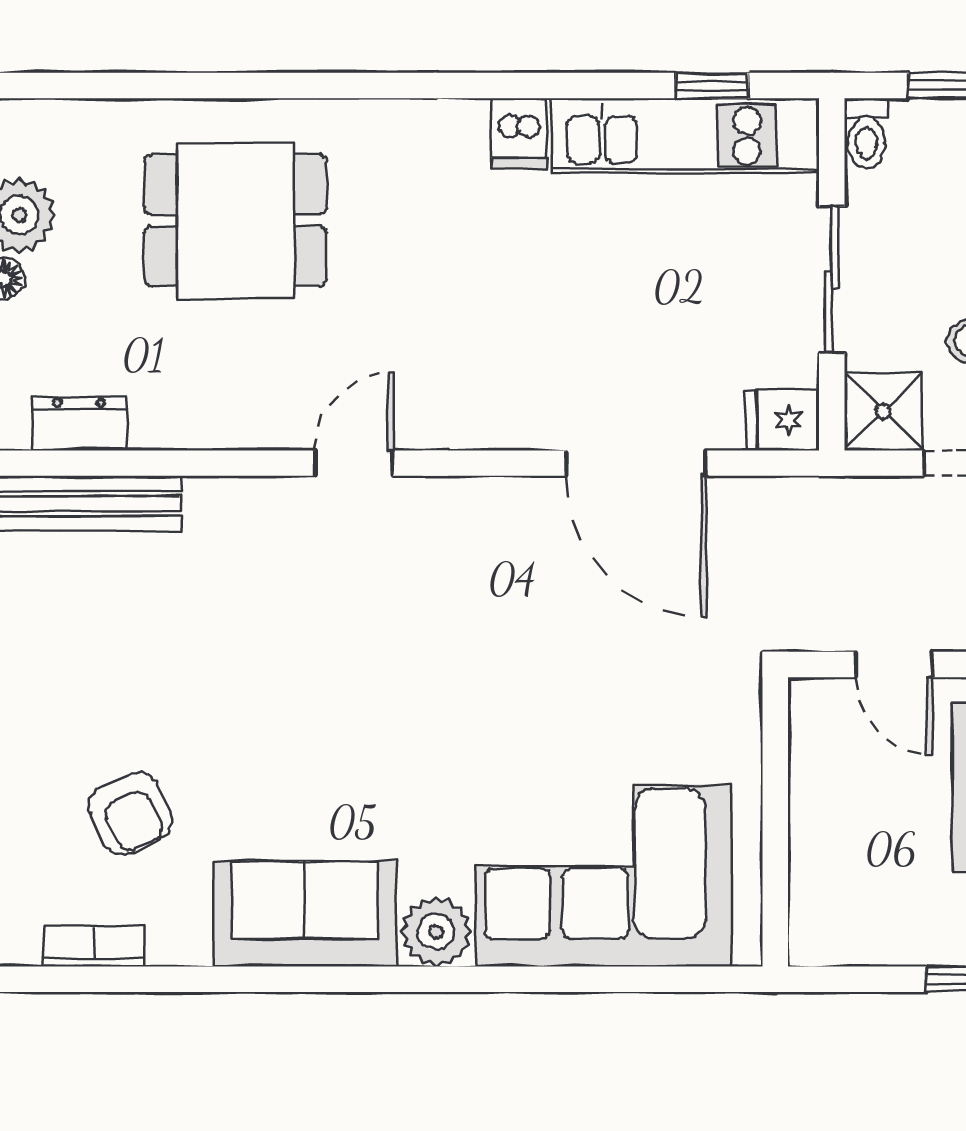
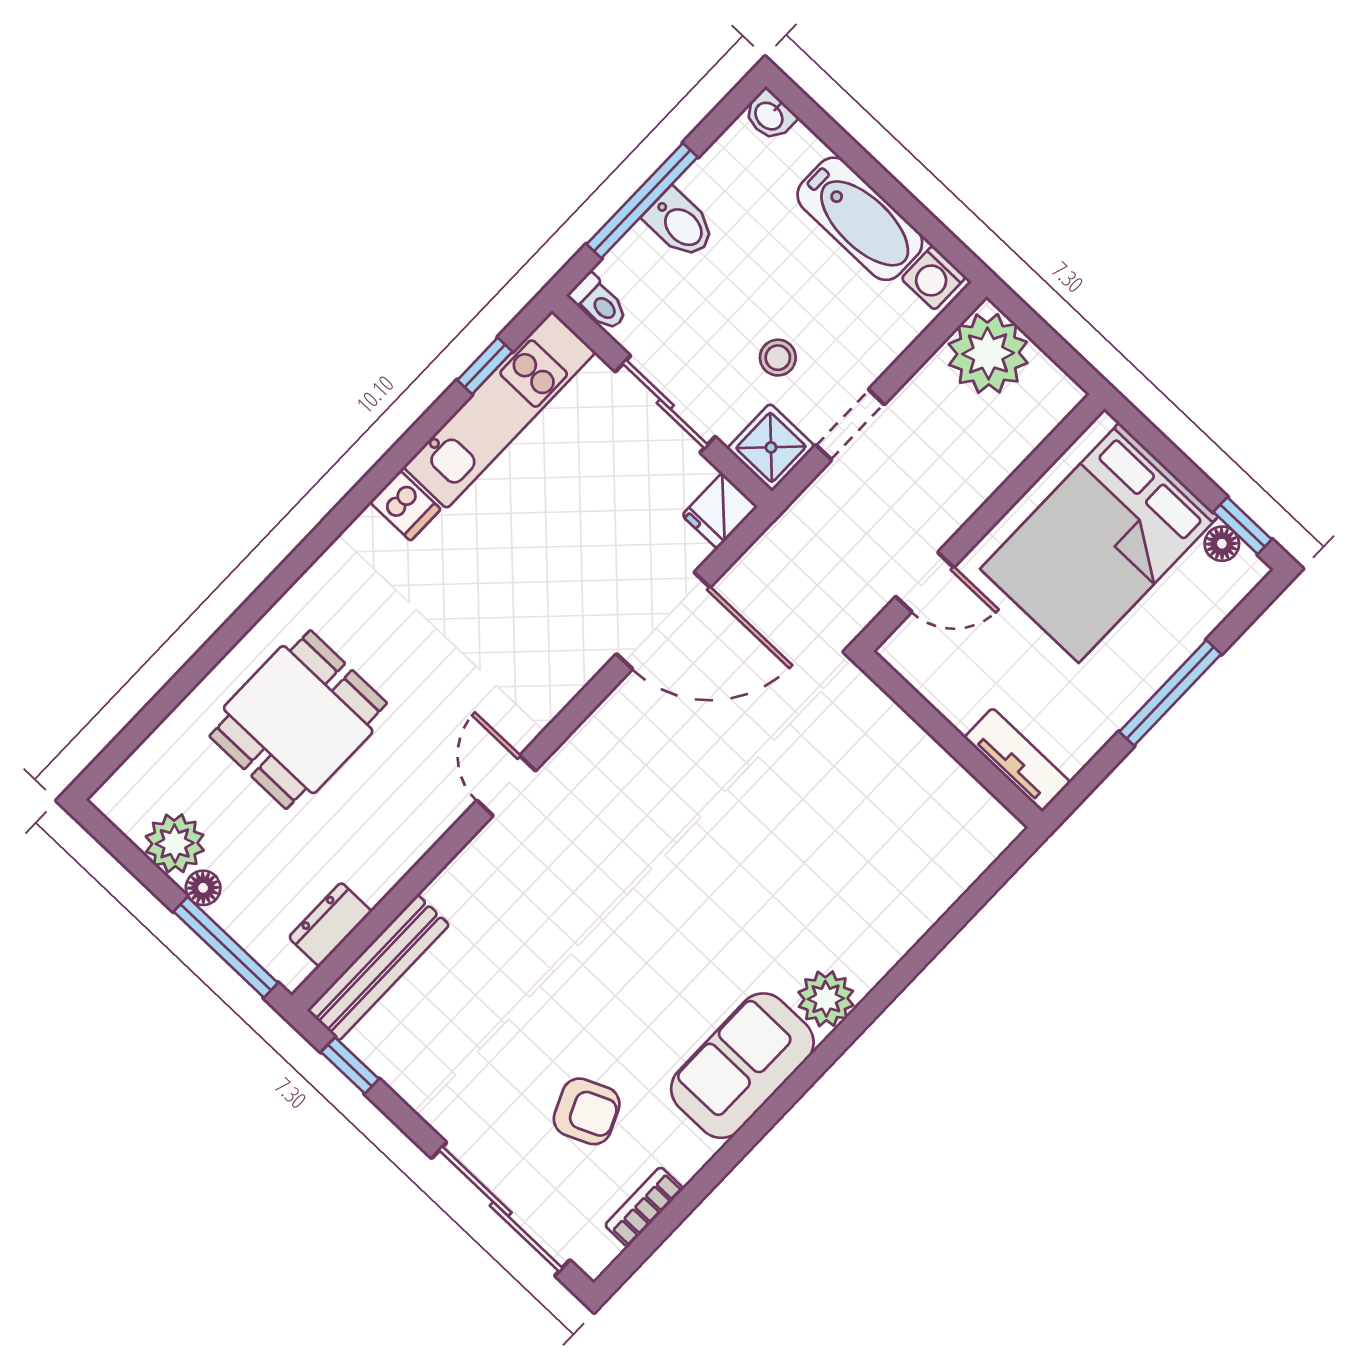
corner sofa: (604, 875) -> (886, 869), removed
tv unit: (813, 899) -> (1017, 760), added

